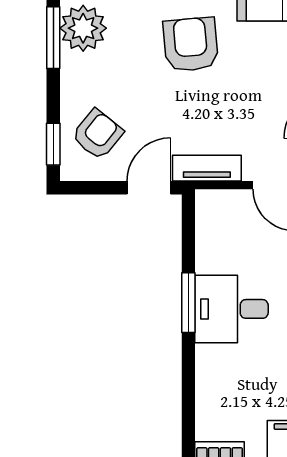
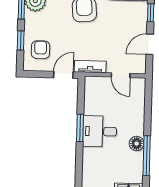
armchair: (97, 134) -> (41, 50), turned -39
window: (53, 144) -> (21, 40), moved

